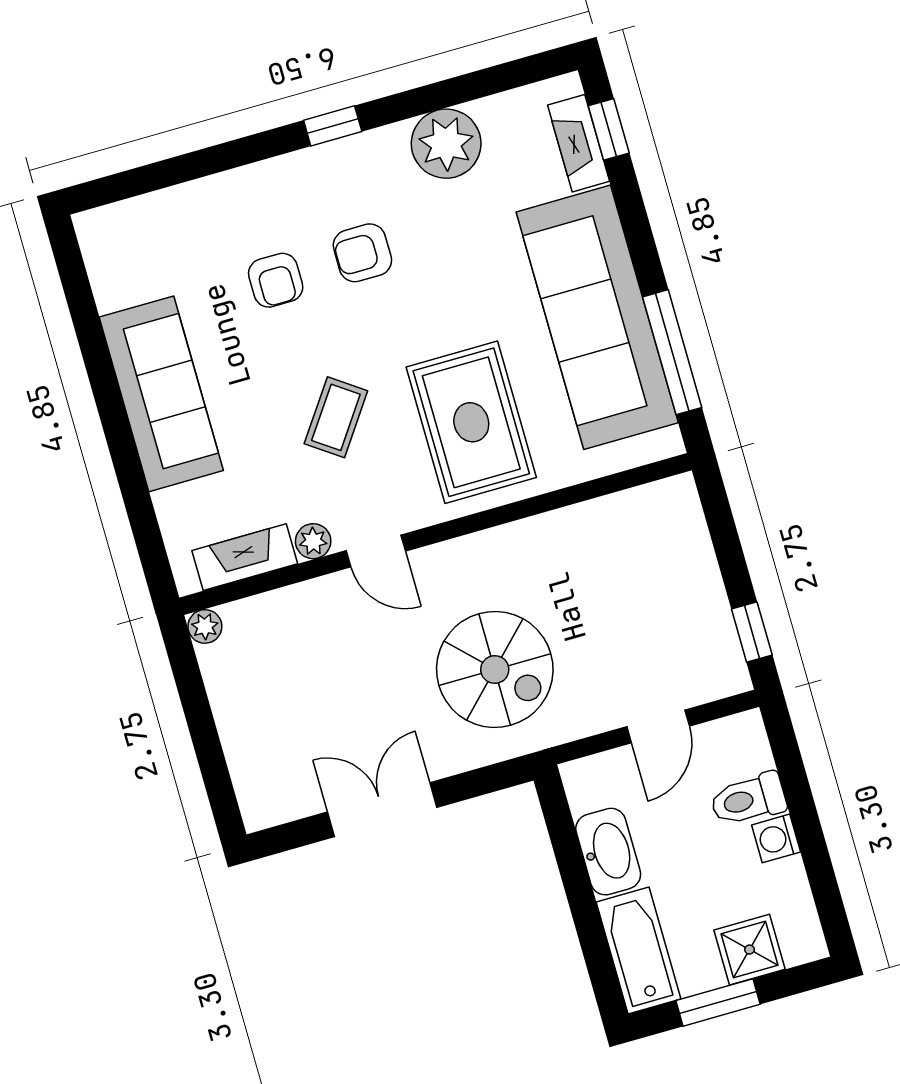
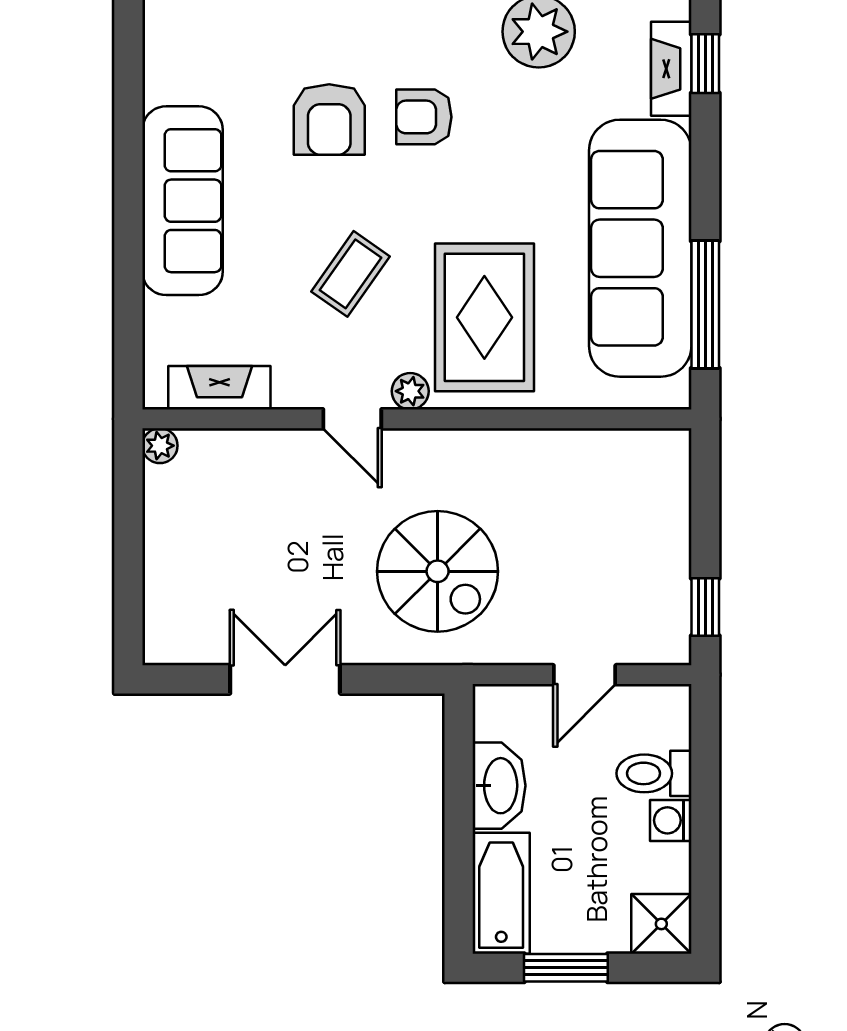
armchair: (276, 280) -> (329, 120), width x1.38, depth x1.38
plant: (313, 541) -> (410, 391), moved
shower: (750, 950) -> (661, 924), moved

